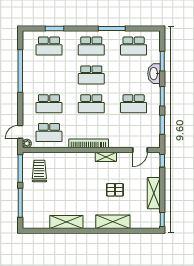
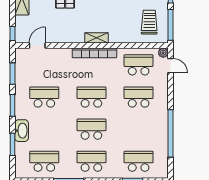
door: (20, 132) -> (170, 66), hinge flipped
shelving: (106, 157) -> (96, 38), moved
trolley: (39, 171) -> (149, 22), turned 180

